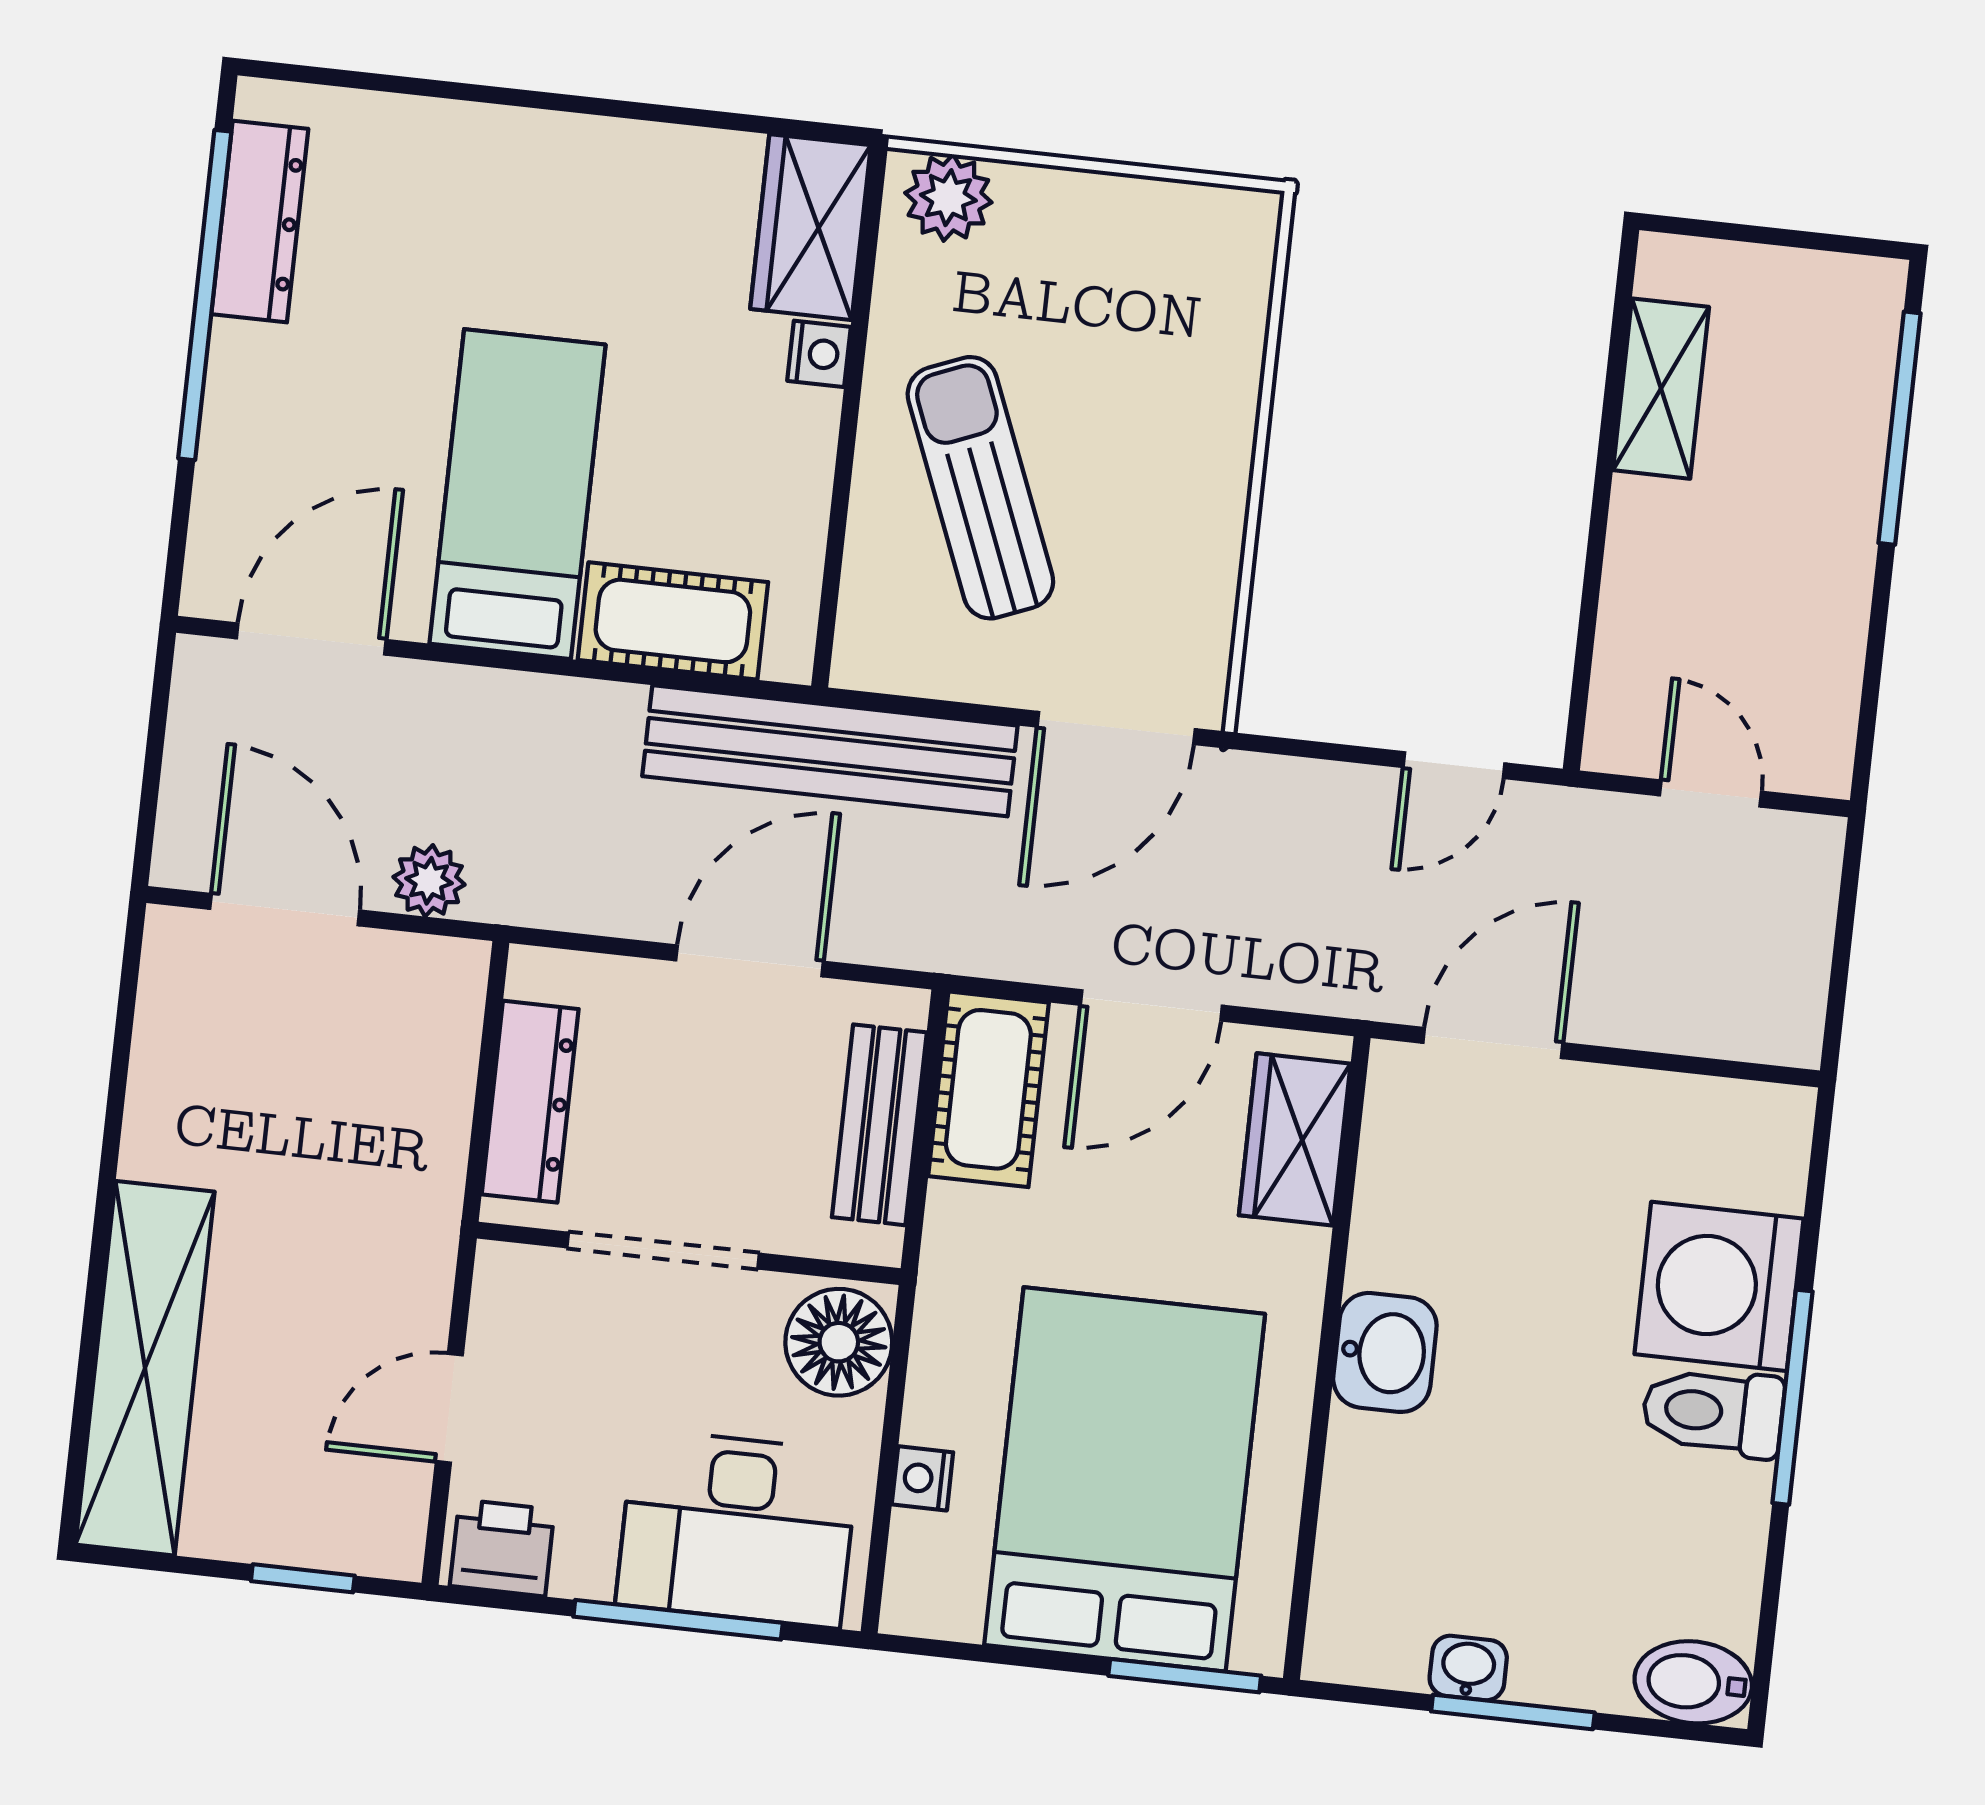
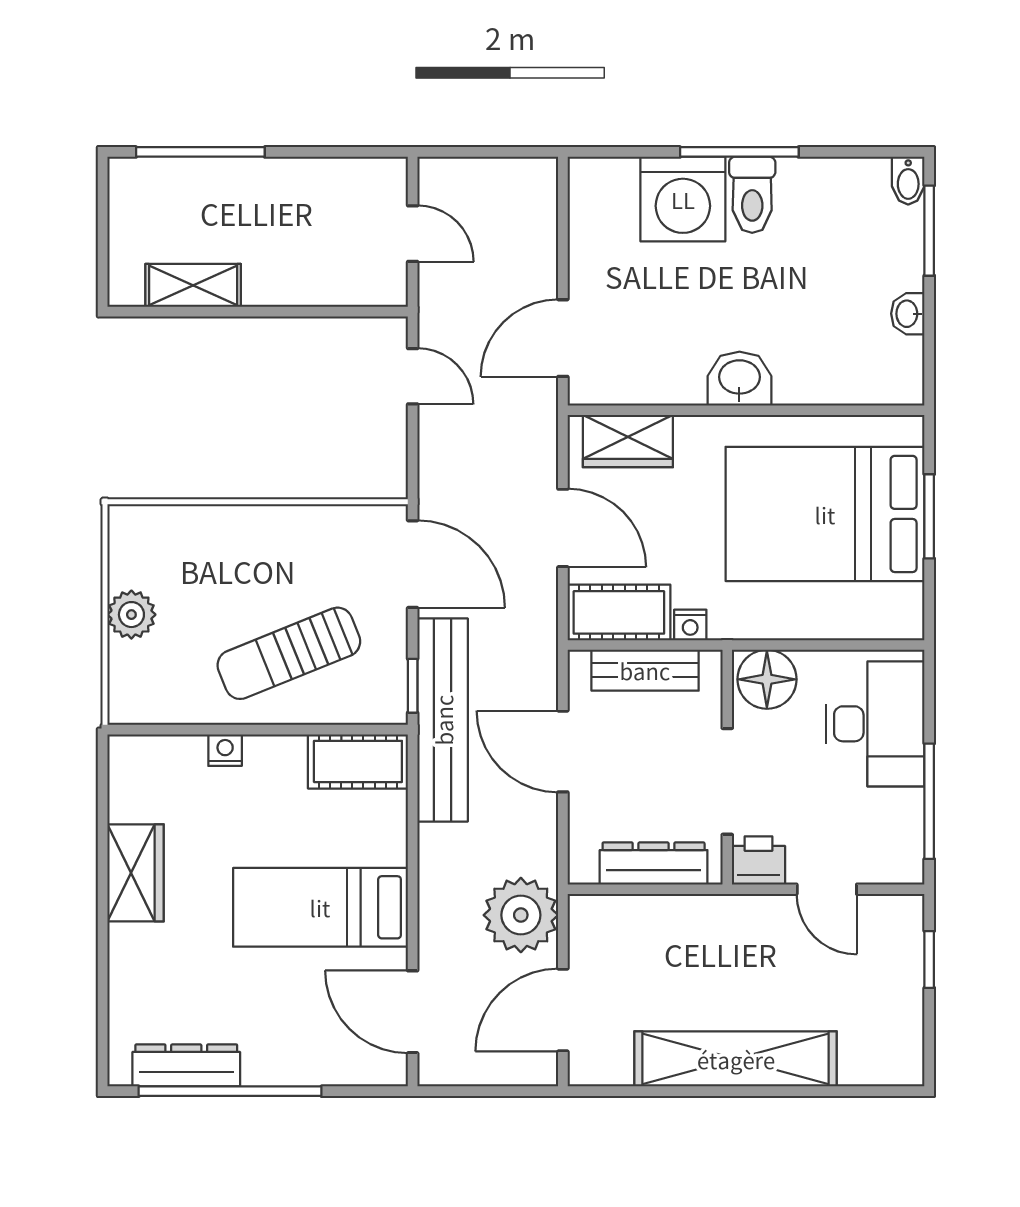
plant: (948, 198) -> (131, 615), moved
wardrobe: (811, 227) -> (136, 873), moved, turned -90
cot: (673, 621) -> (358, 761), moved, turned 90
window: (898, 704) -> (413, 686), added
door: (1710, 794) -> (413, 234), swing flipped
plant: (429, 881) -> (521, 915), width x1.87, depth x1.87
door: (1493, 1043) -> (563, 338), hinge flipped
shelving: (145, 1368) -> (736, 1059), moved
nightstand: (922, 1478) -> (690, 625), moved
printer: (502, 1548) -> (758, 860), moved, turned 90
window: (678, 1620) -> (929, 801), moved
window: (1185, 1676) -> (929, 516), moved
bidet: (1693, 1682) -> (908, 181), width x0.72, depth x0.74
window: (1513, 1712) -> (929, 231), moved

